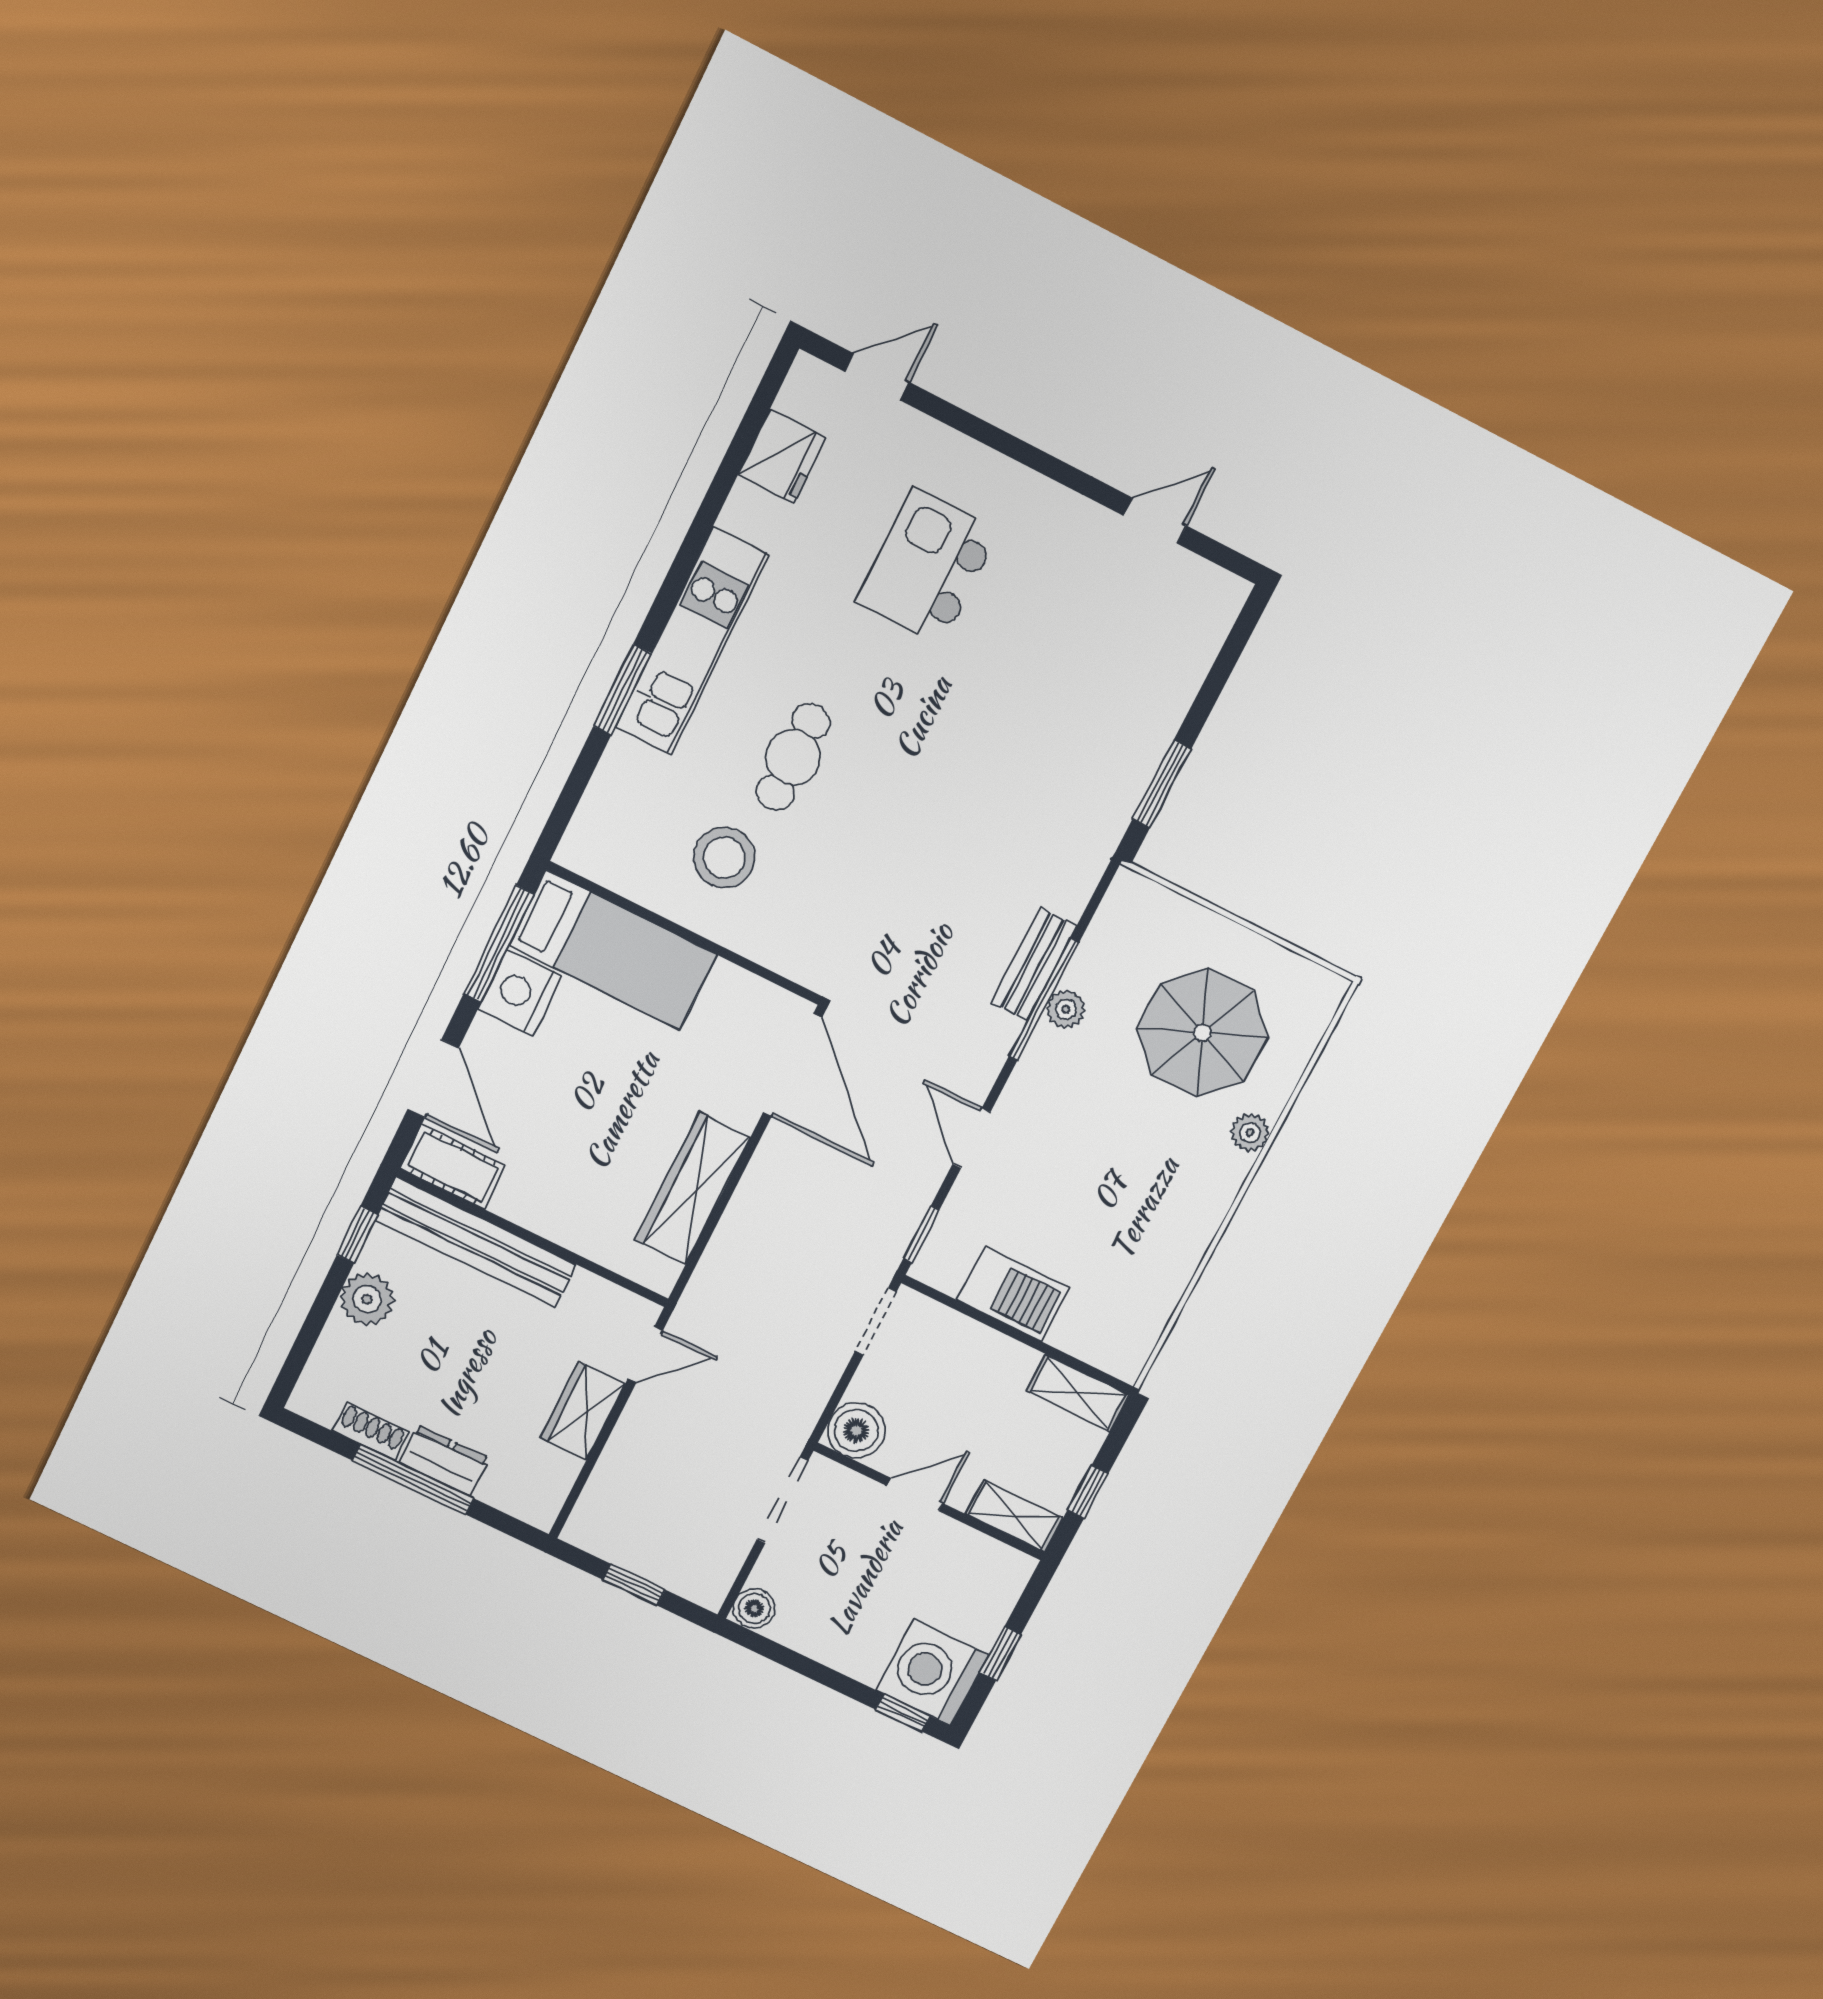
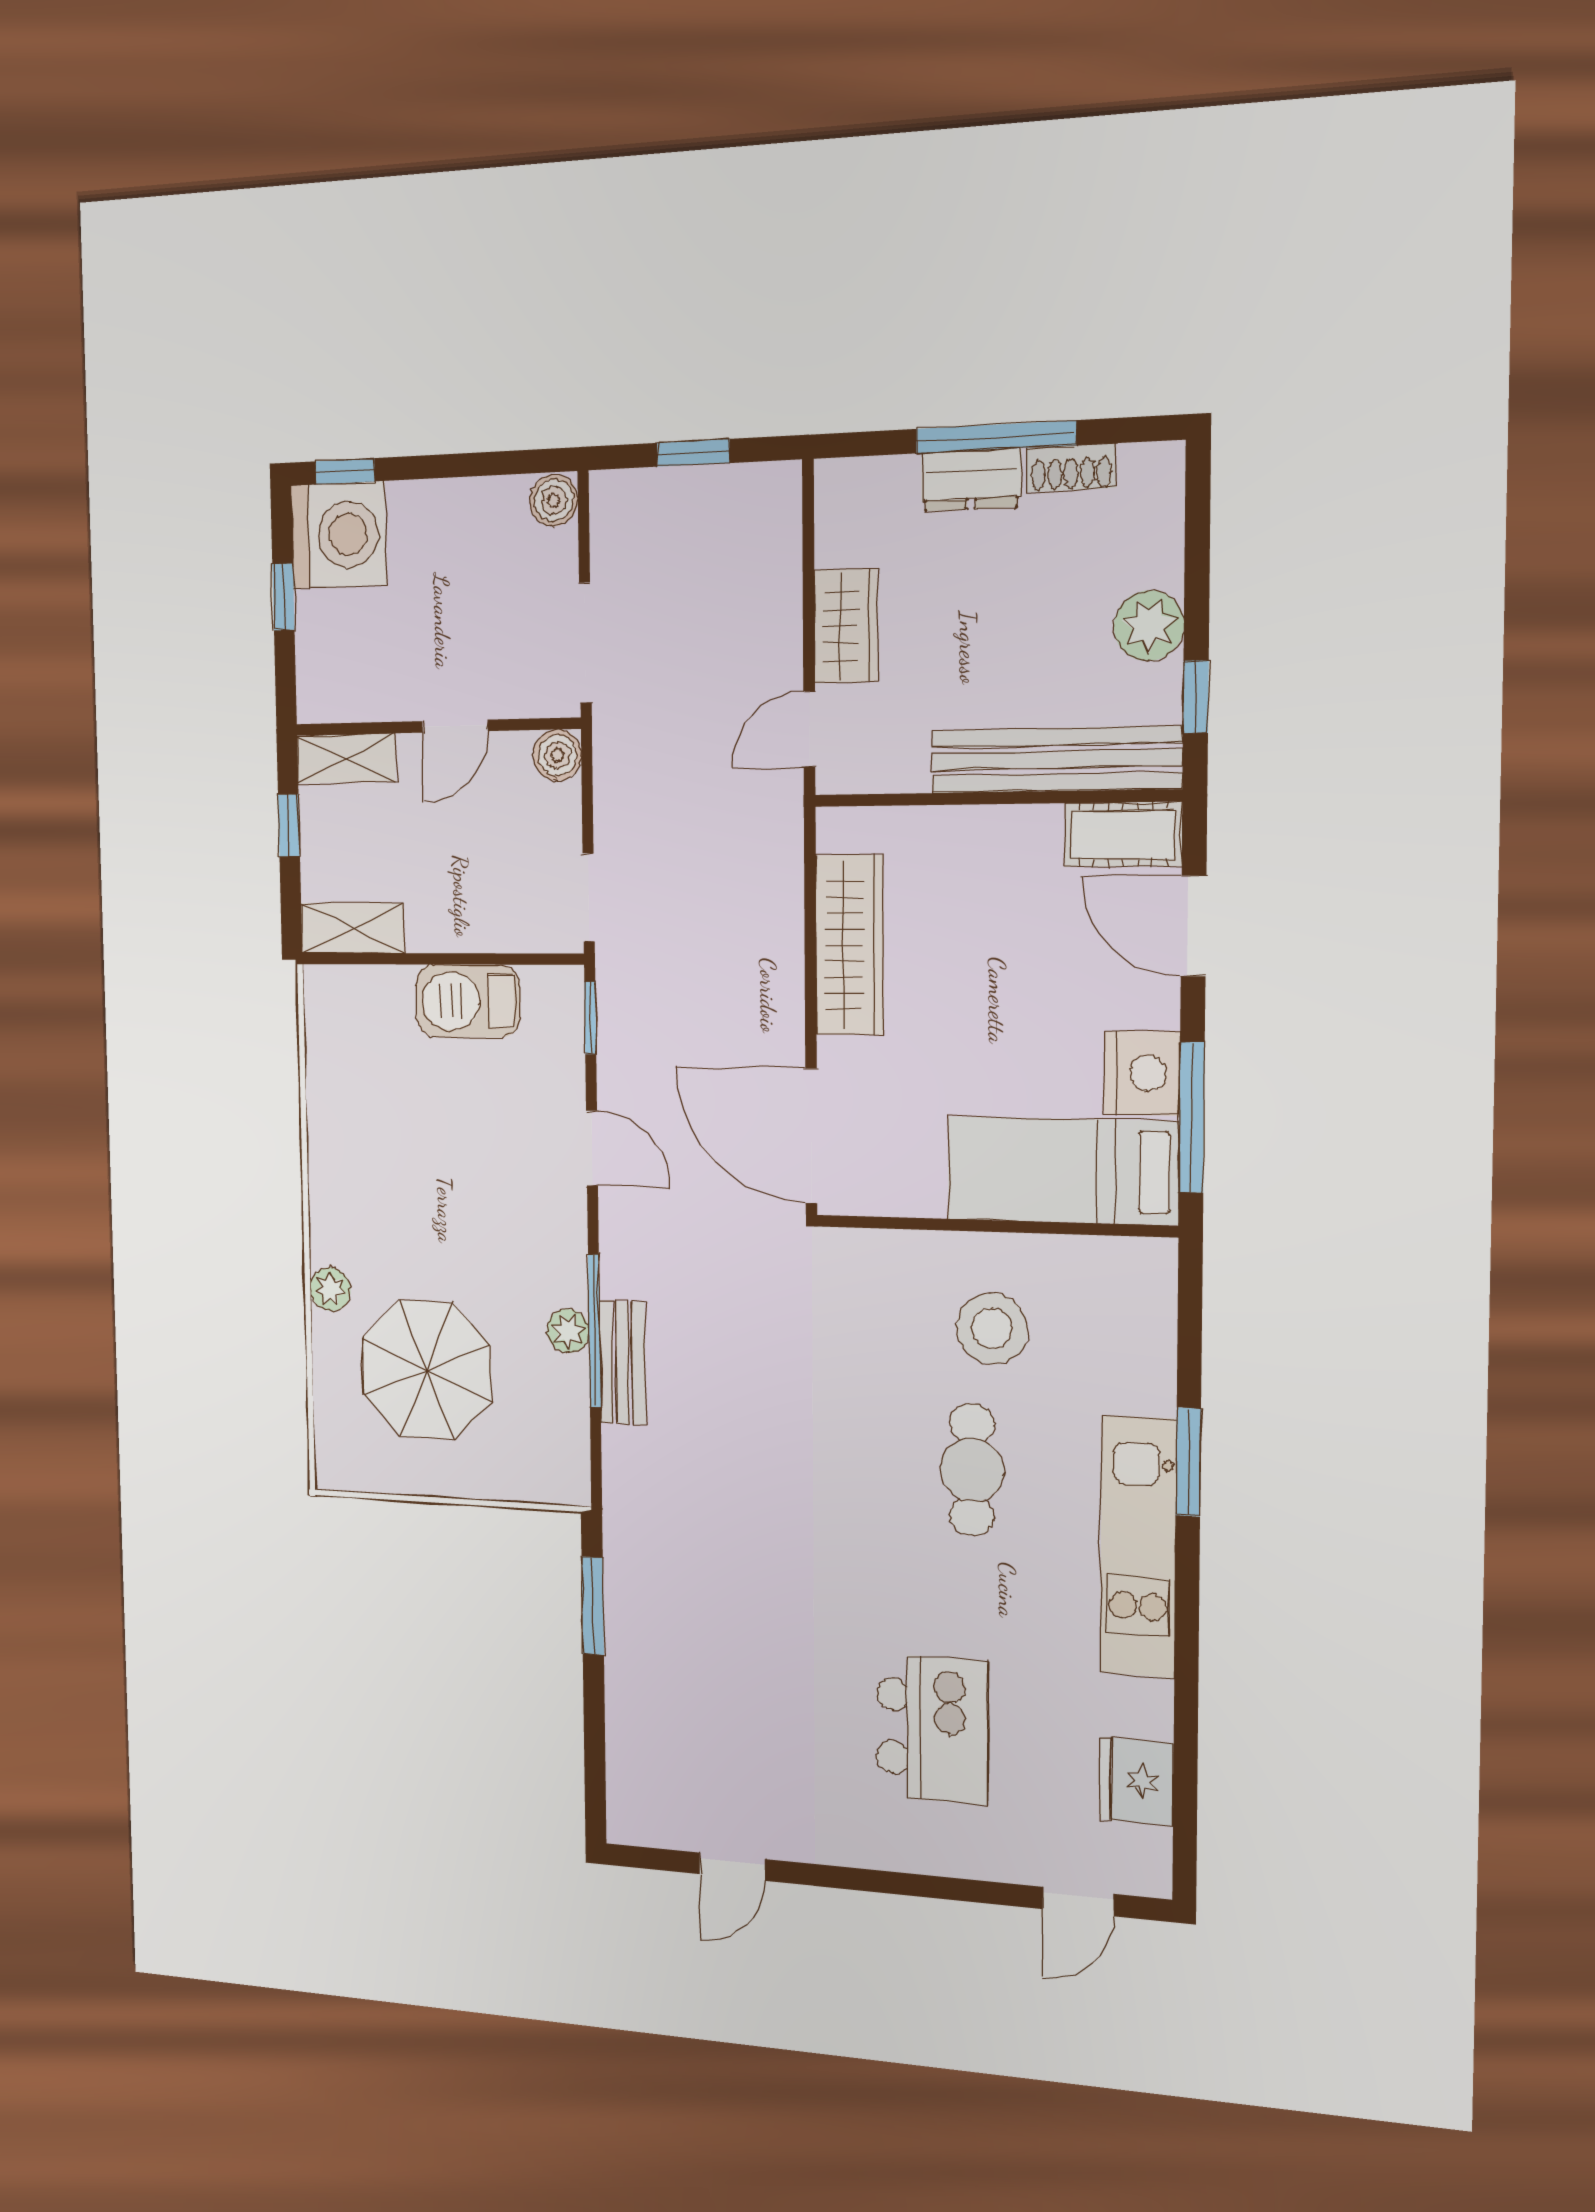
boiler: (856, 1430) -> (557, 755), width x0.73, depth x0.73

